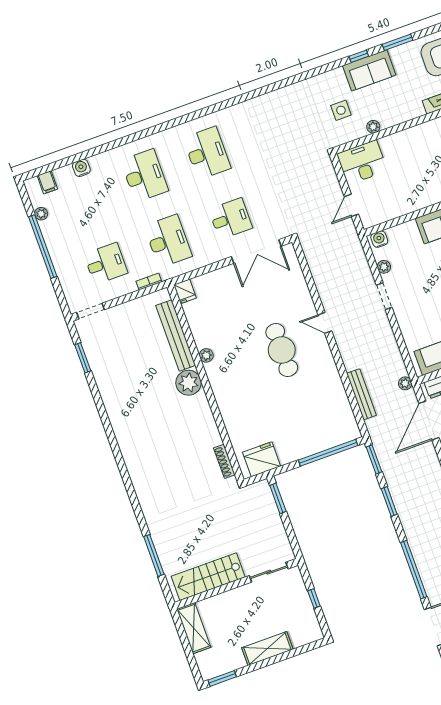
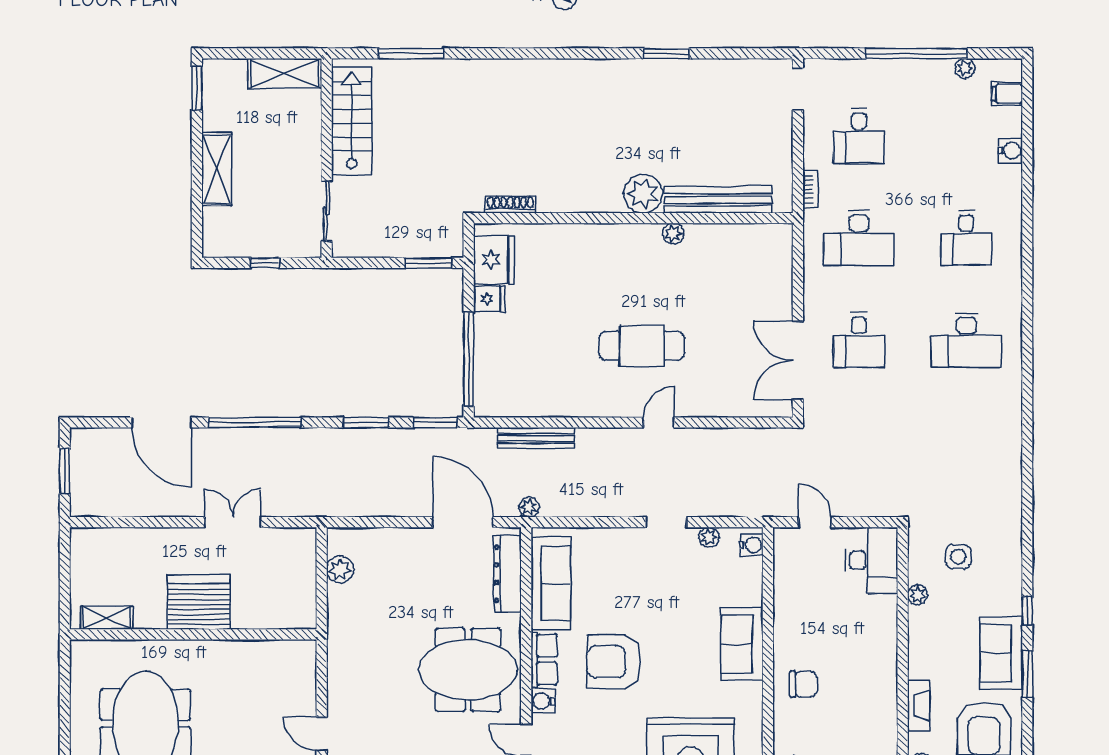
sofa: (369, 70) -> (1001, 653), moved
desk: (144, 175) -> (966, 238), width x0.73
fridge: (185, 291) -> (489, 299), moved, turned 180
window: (83, 358) -> (666, 53), moved

